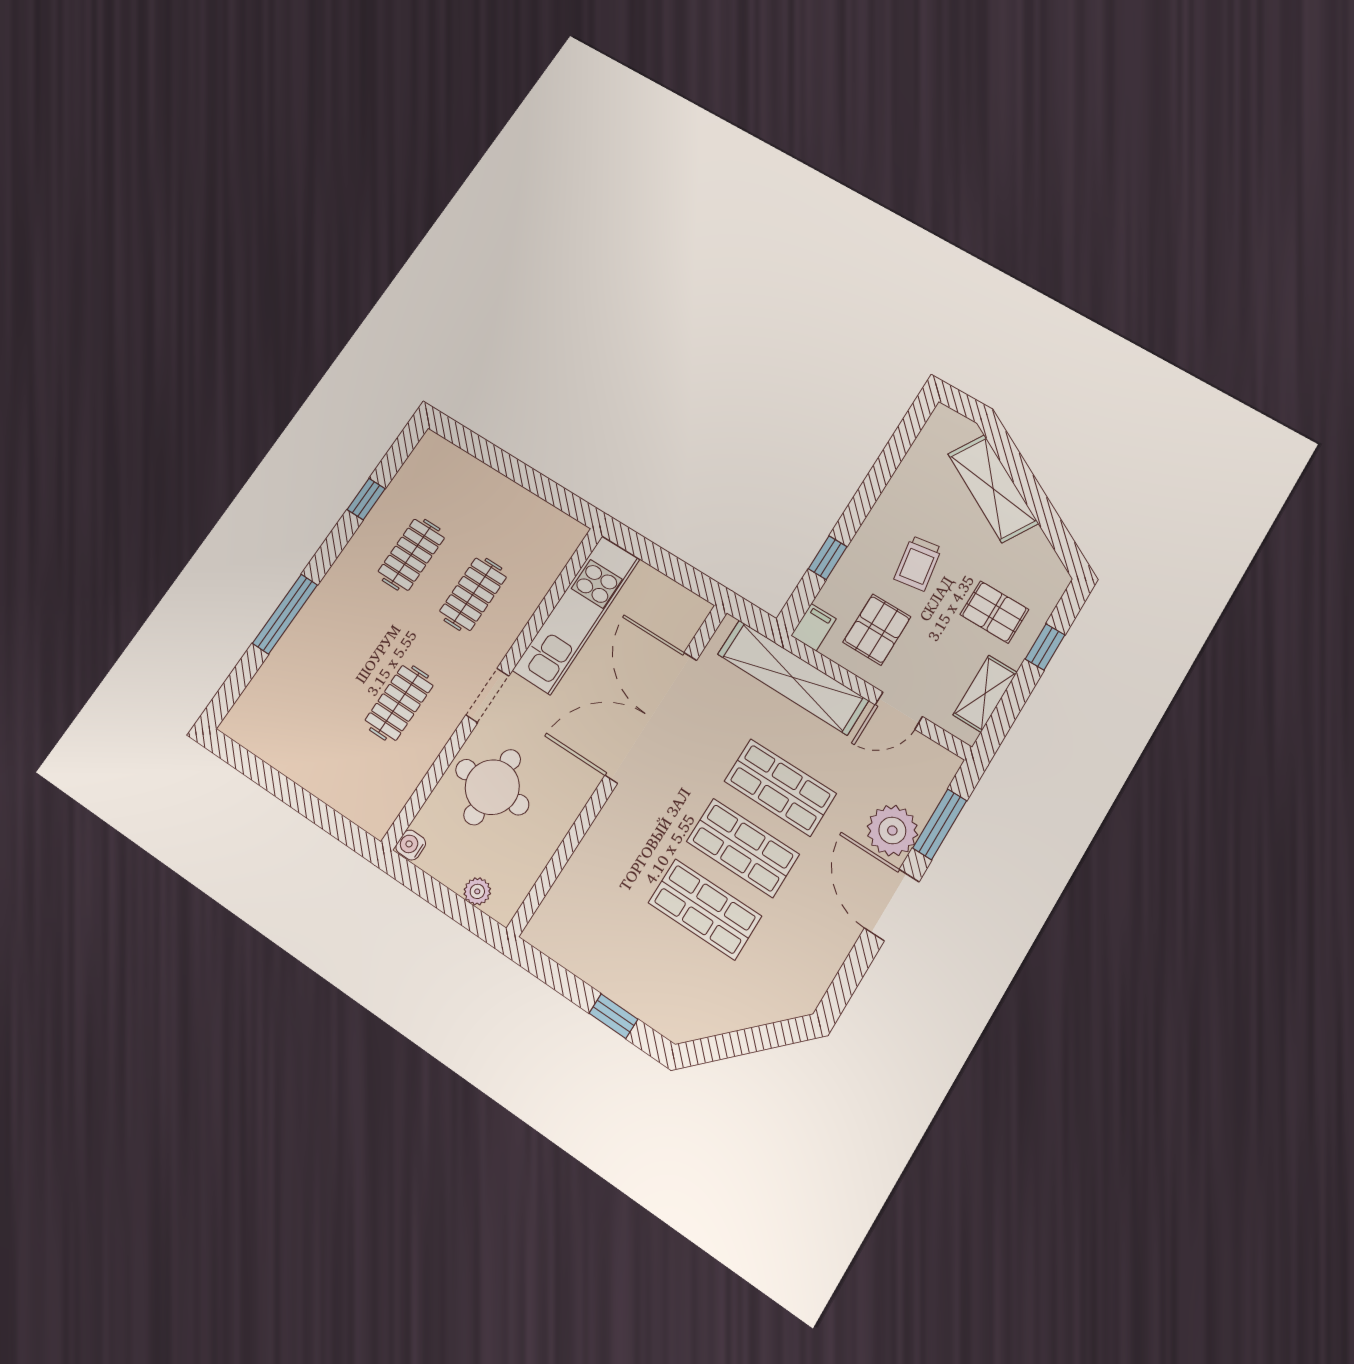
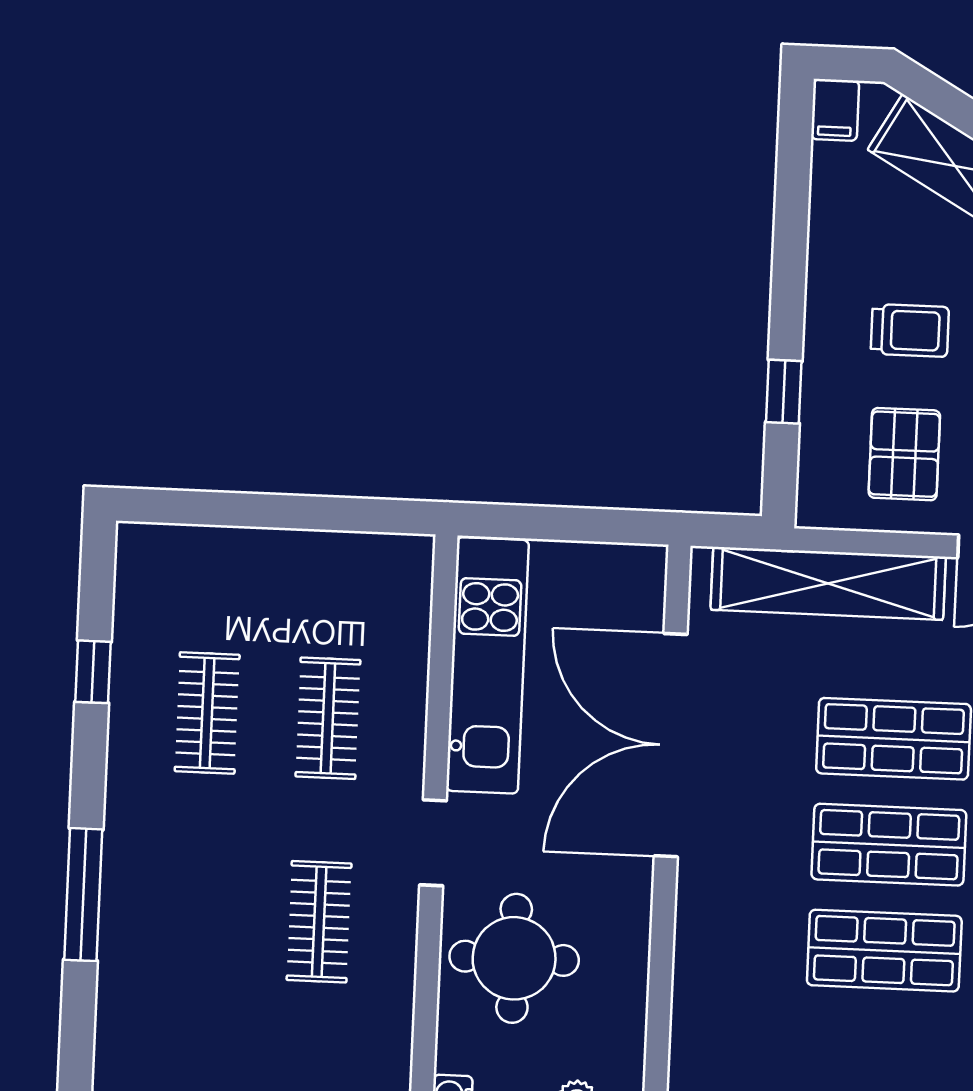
trolley: (918, 563) -> (910, 330), turned -81
filing cabinet: (814, 627) -> (835, 110), moved, turned 180

